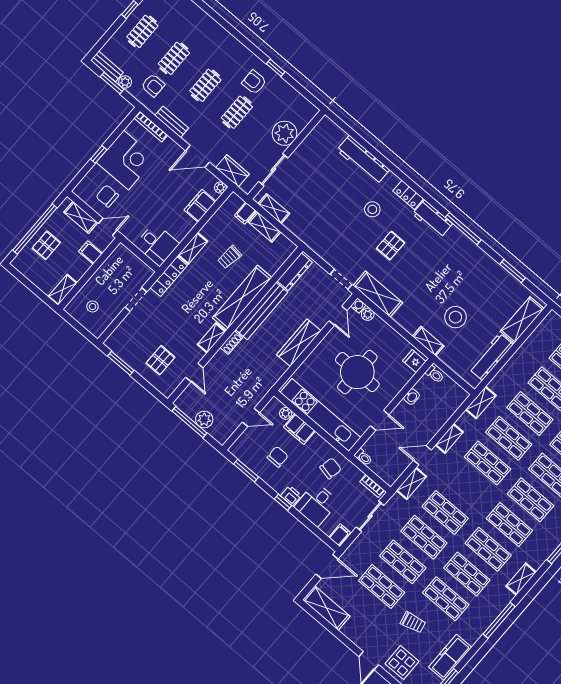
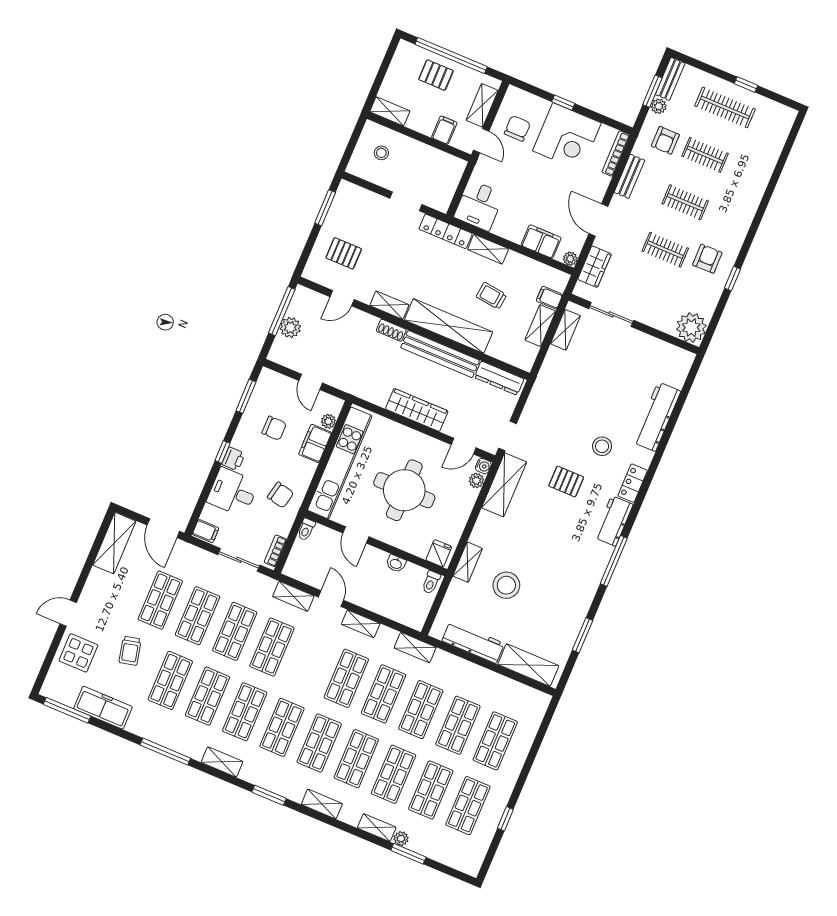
clothes rail: (142, 31) -> (725, 107), width x1.36
plant: (285, 133) -> (691, 328), moved

